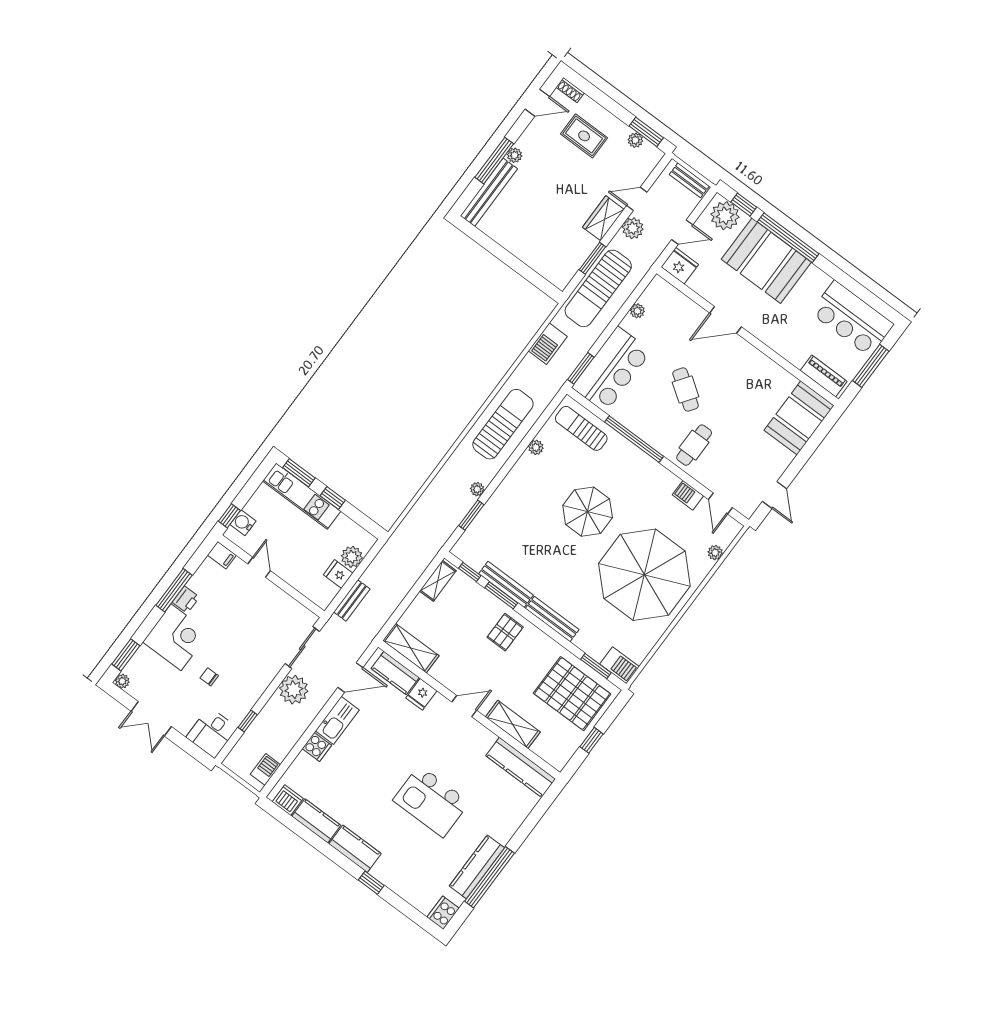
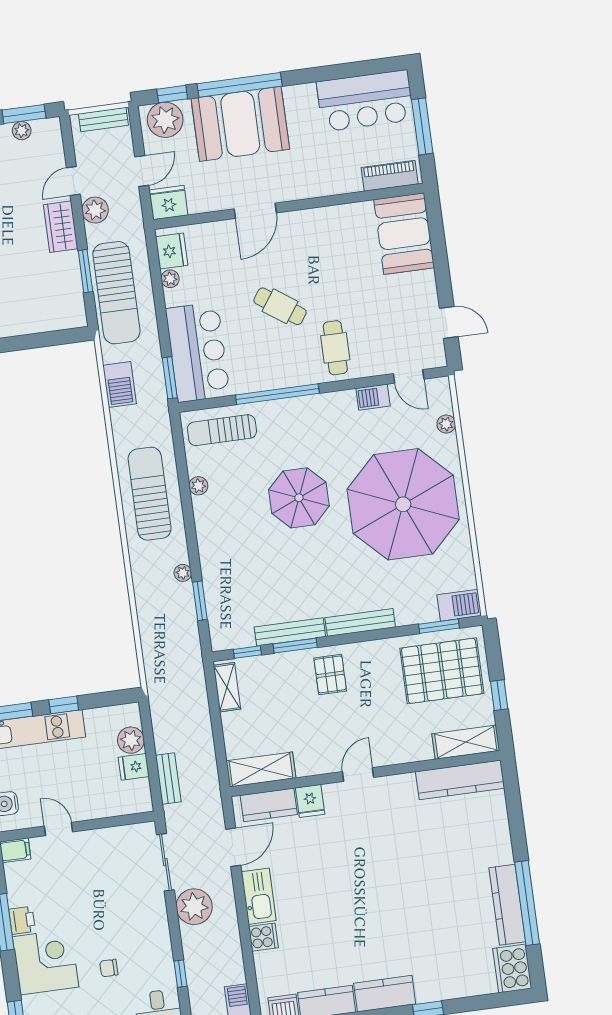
fridge: (654, 296) -> (172, 251), added
shelving: (513, 724) -> (466, 742), moved
kitchen island: (431, 801) -> (411, 886), removed
cooker: (443, 913) -> (512, 968), width x1.37, depth x1.31

